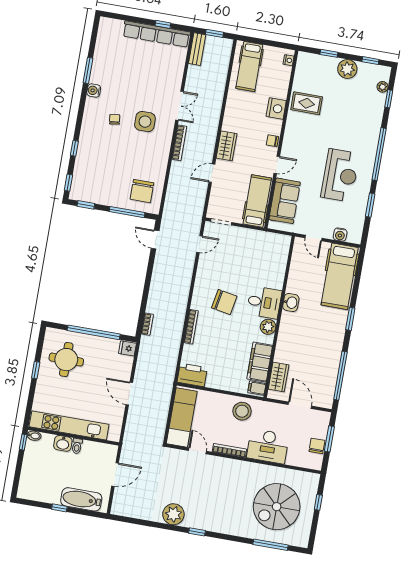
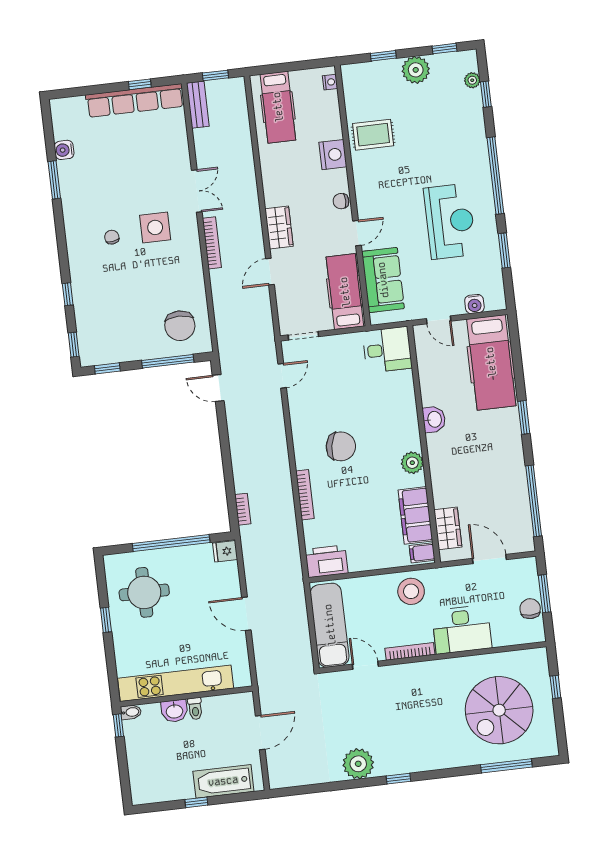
water cooler: (94, 90) -> (64, 150), moved
desk: (264, 302) -> (387, 350), moved

